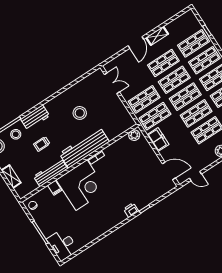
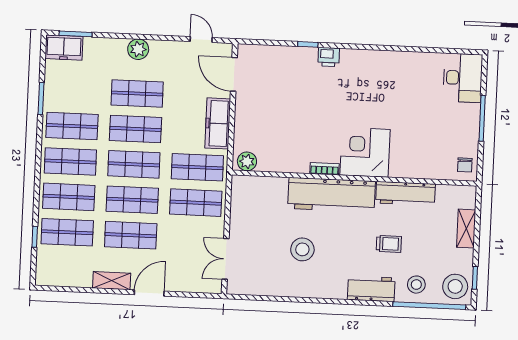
freezer: (158, 140) -> (218, 123), width x1.40
corner desk: (81, 185) -> (365, 152), width x0.74, depth x0.74
filing cabinet: (55, 188) -> (415, 168), removed

